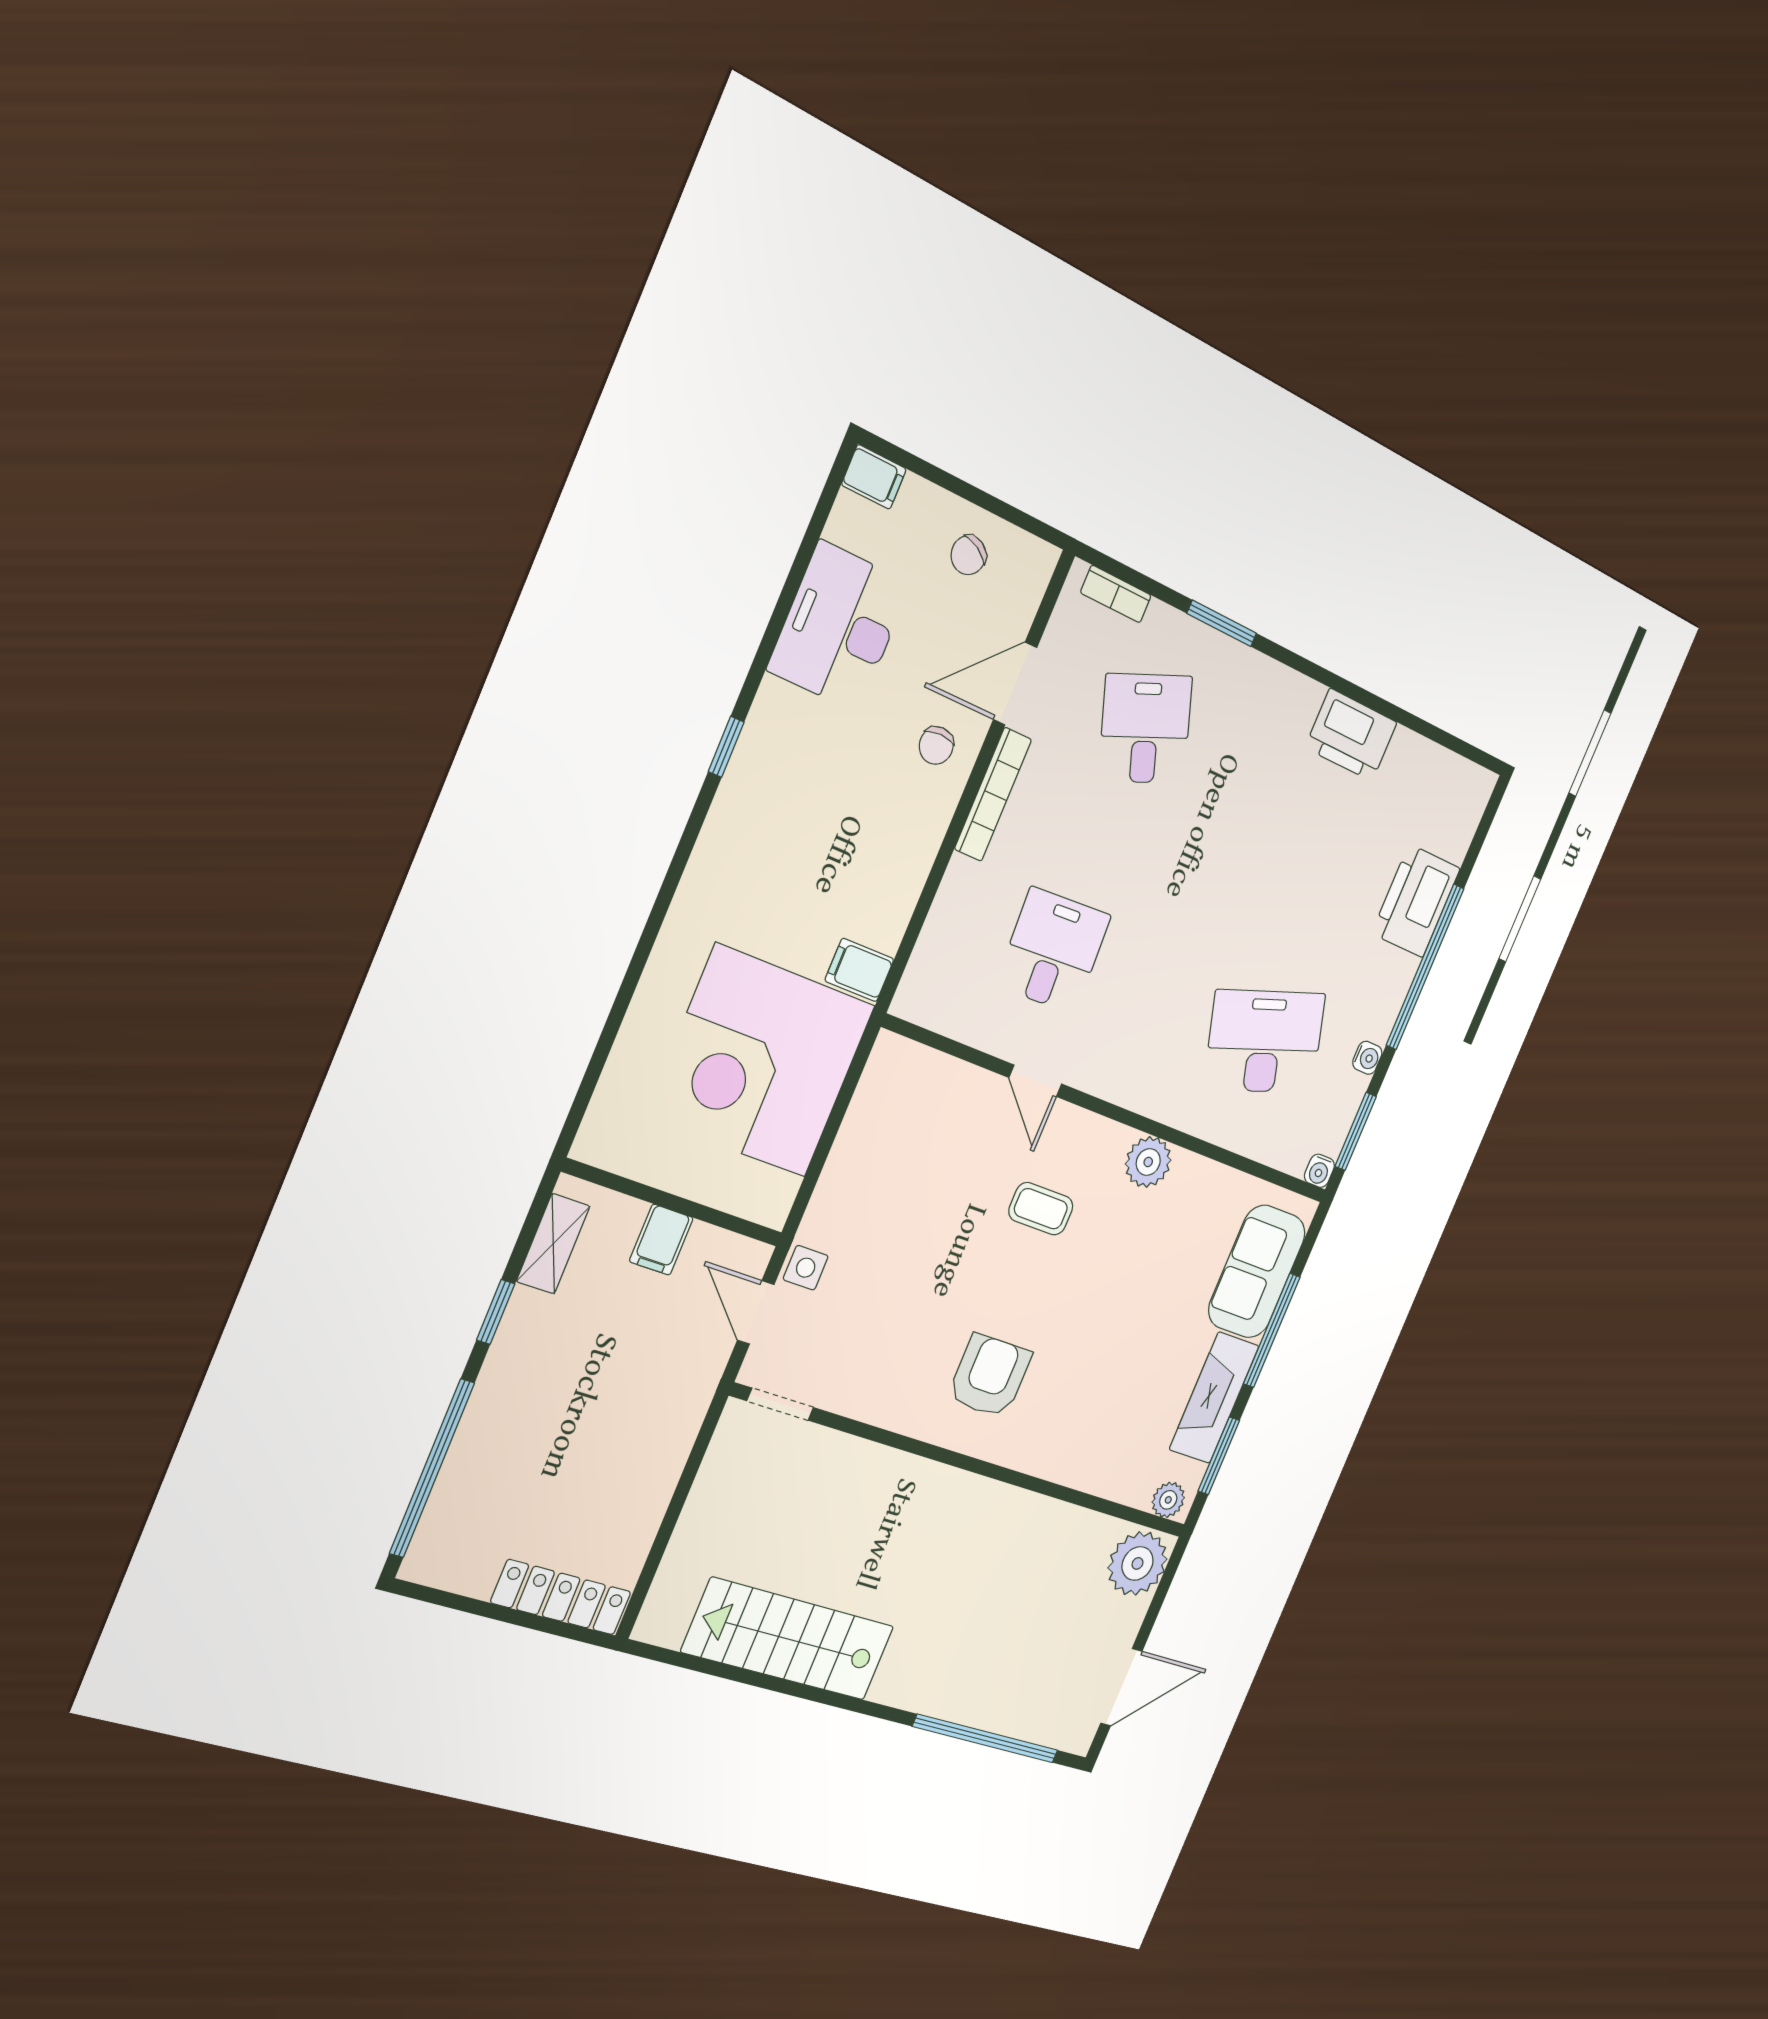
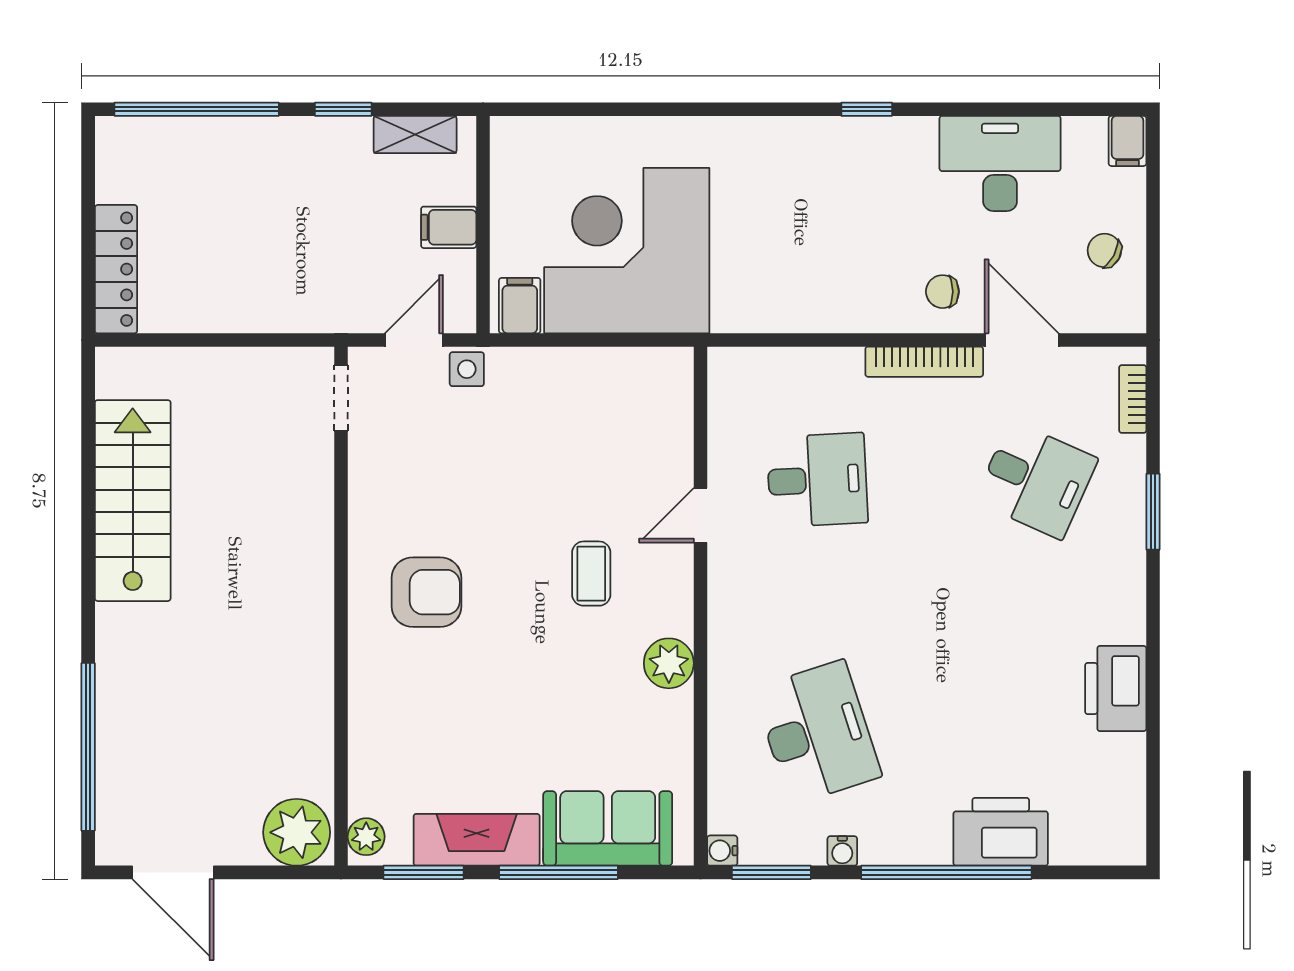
desk: (1145, 729) -> (1036, 480), turned 45
filing cabinet: (859, 970) -> (520, 306), moved

